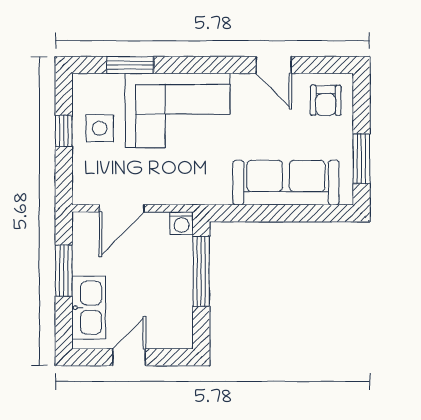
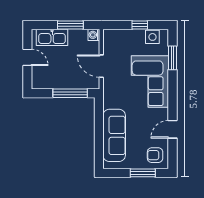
side table: (100, 128) -> (152, 37), moved
window: (361, 159) -> (143, 173), moved
door: (122, 208) -> (101, 66), moved
washing machine: (181, 223) -> (94, 35), moved

